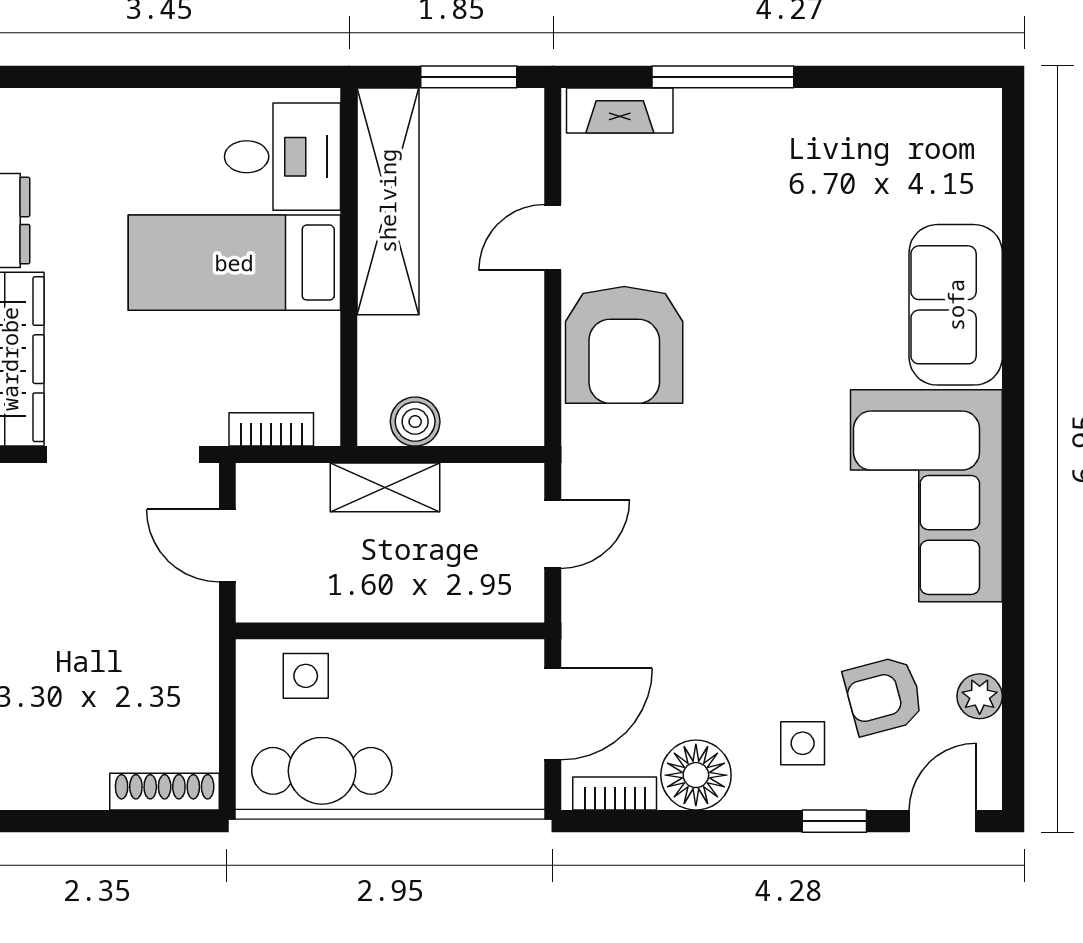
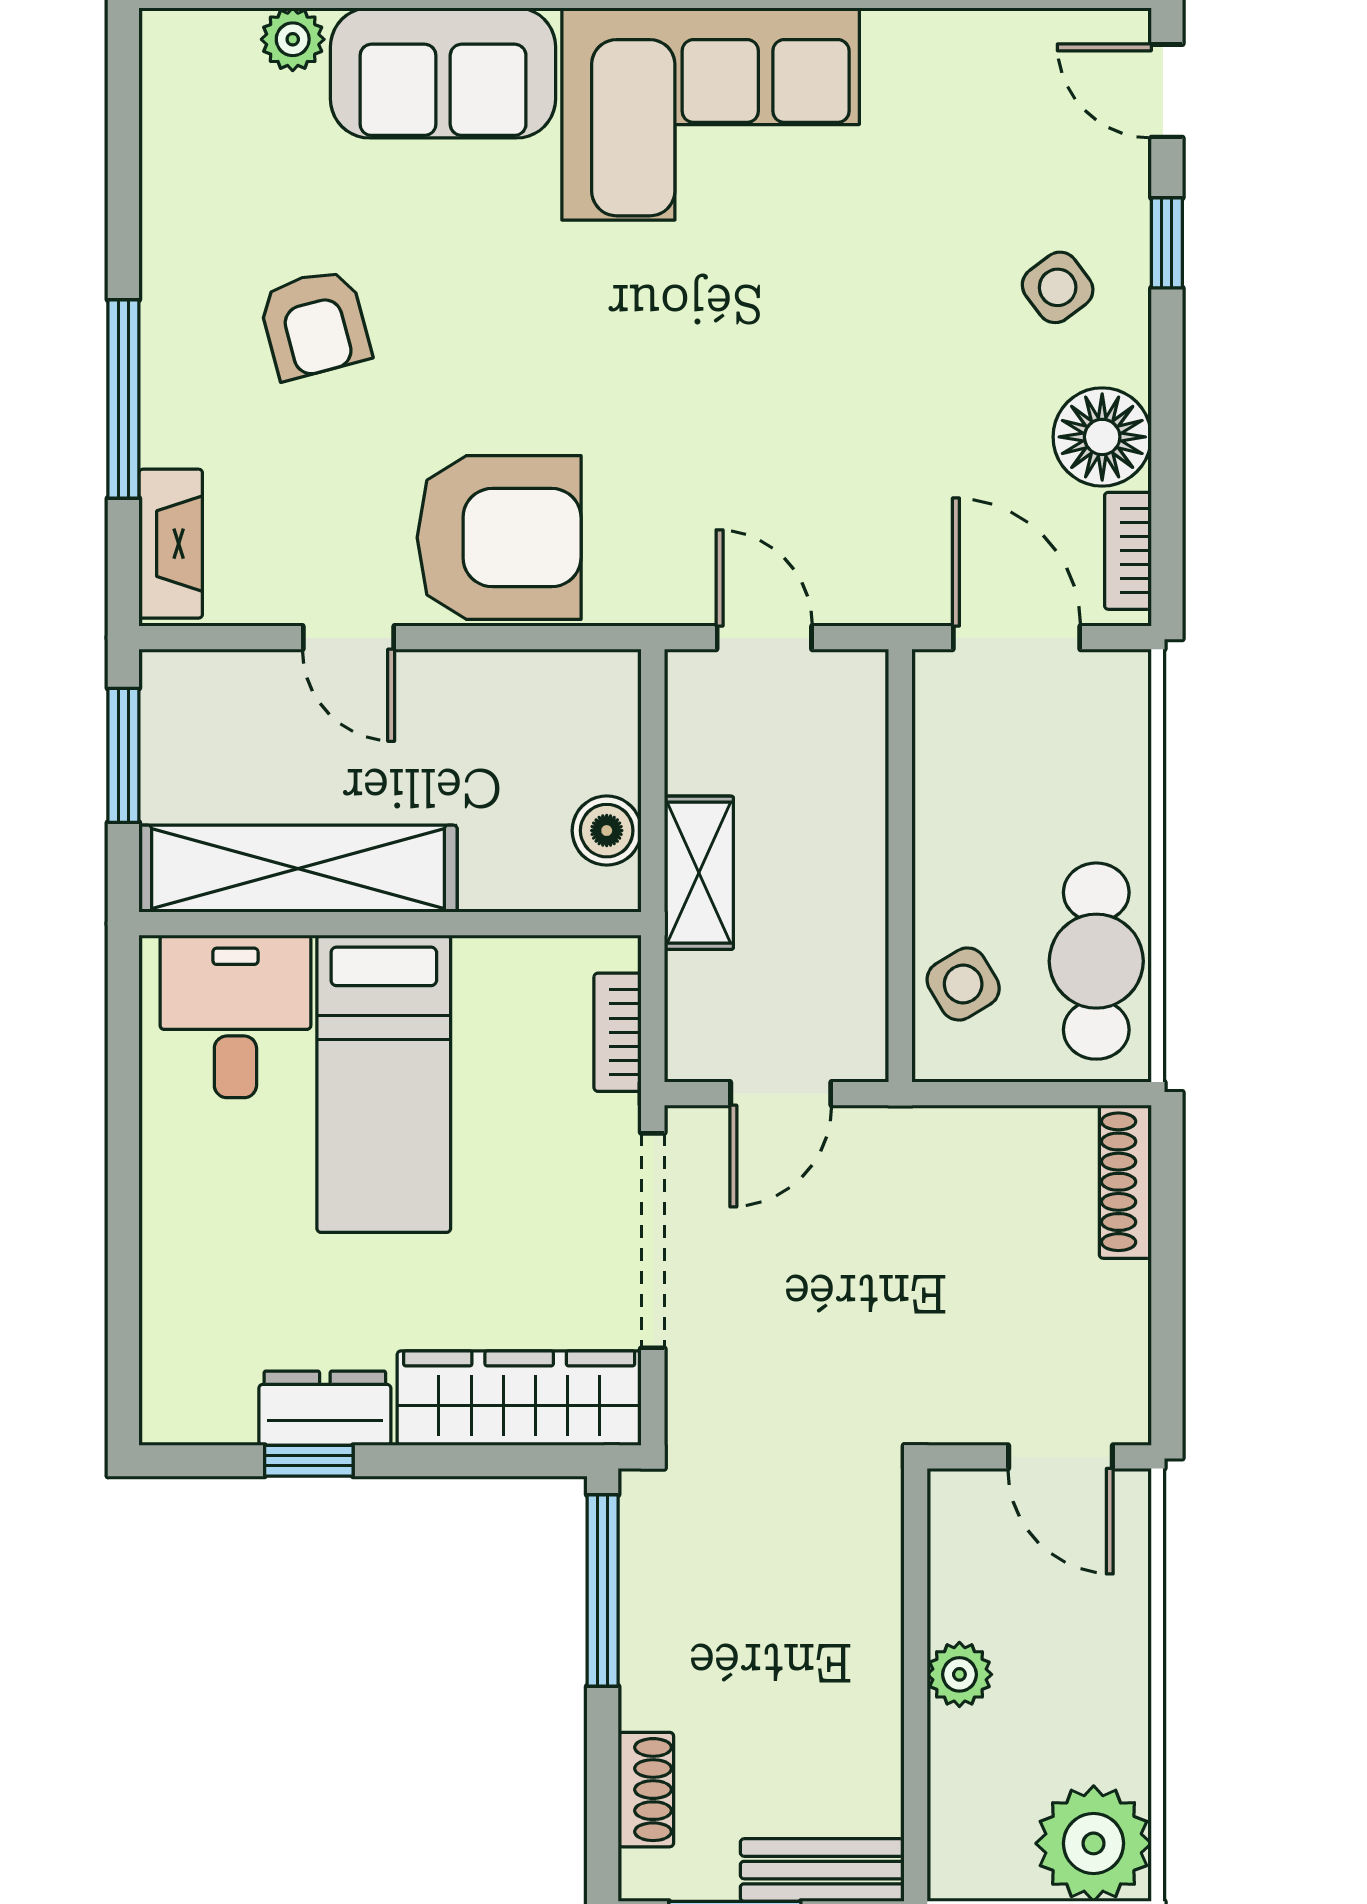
side table: (306, 676) -> (963, 984), turned -31
armchair: (884, 696) -> (315, 324), moved
plant: (980, 696) -> (293, 39), moved
side table: (803, 743) -> (1058, 287), turned -37

